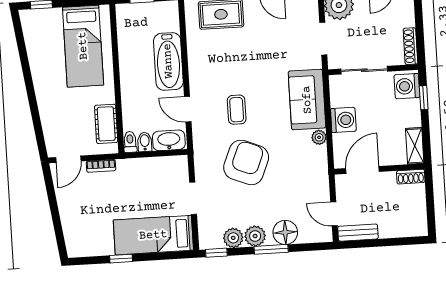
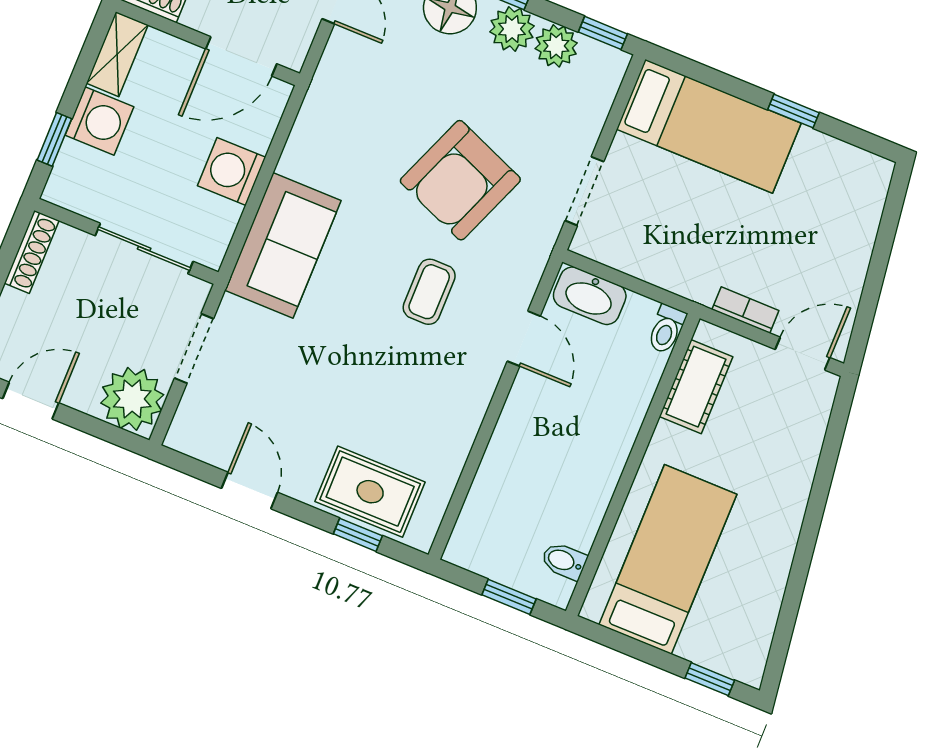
bathtub: (168, 61) -> (517, 450), removed
washing machine: (407, 86) -> (99, 121), moved
plant: (319, 137) -> (295, 161), removed
bidet: (145, 142) -> (564, 561), moved, turned 90
doorway: (193, 198) -> (584, 191), moved

